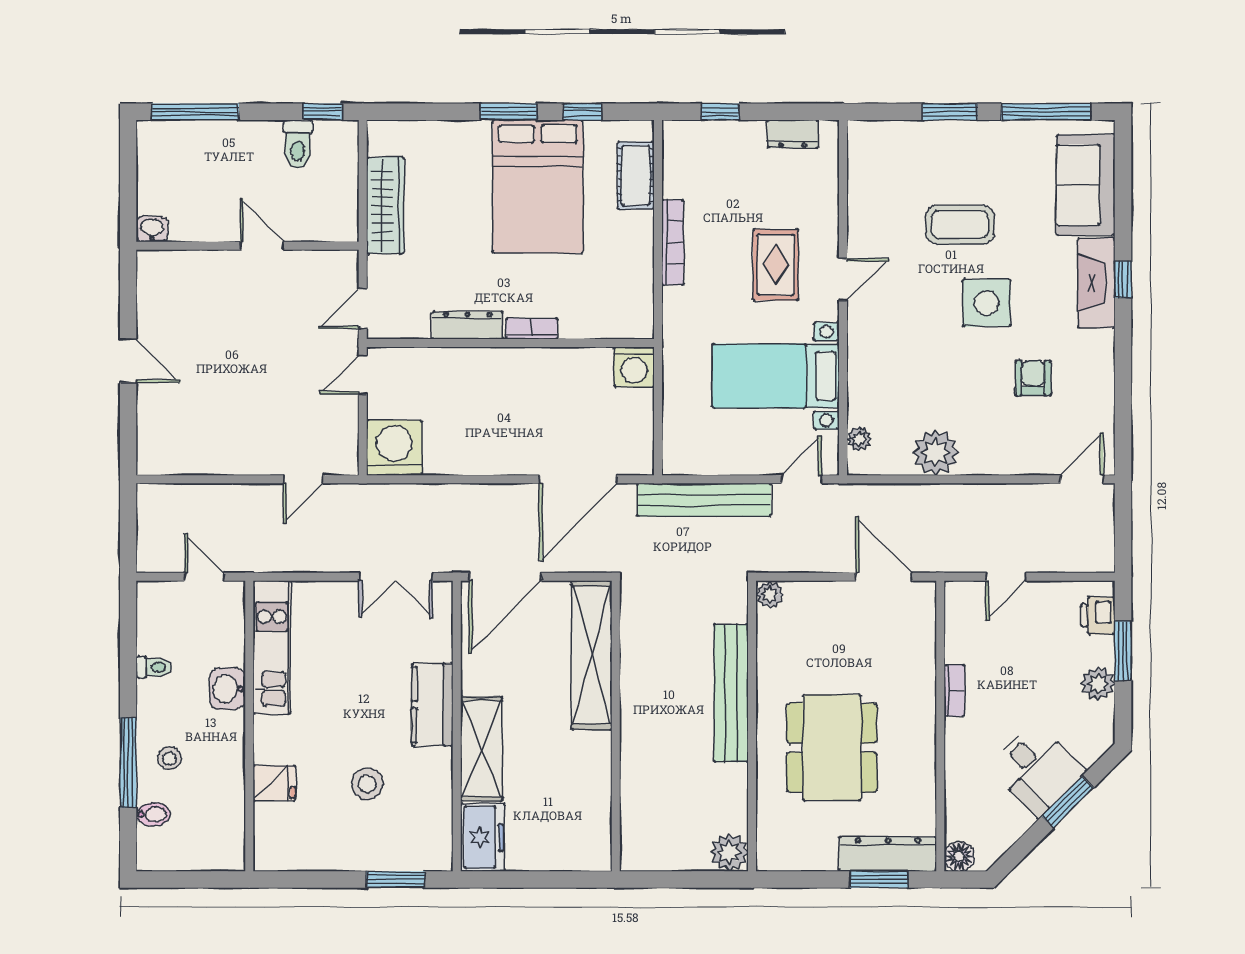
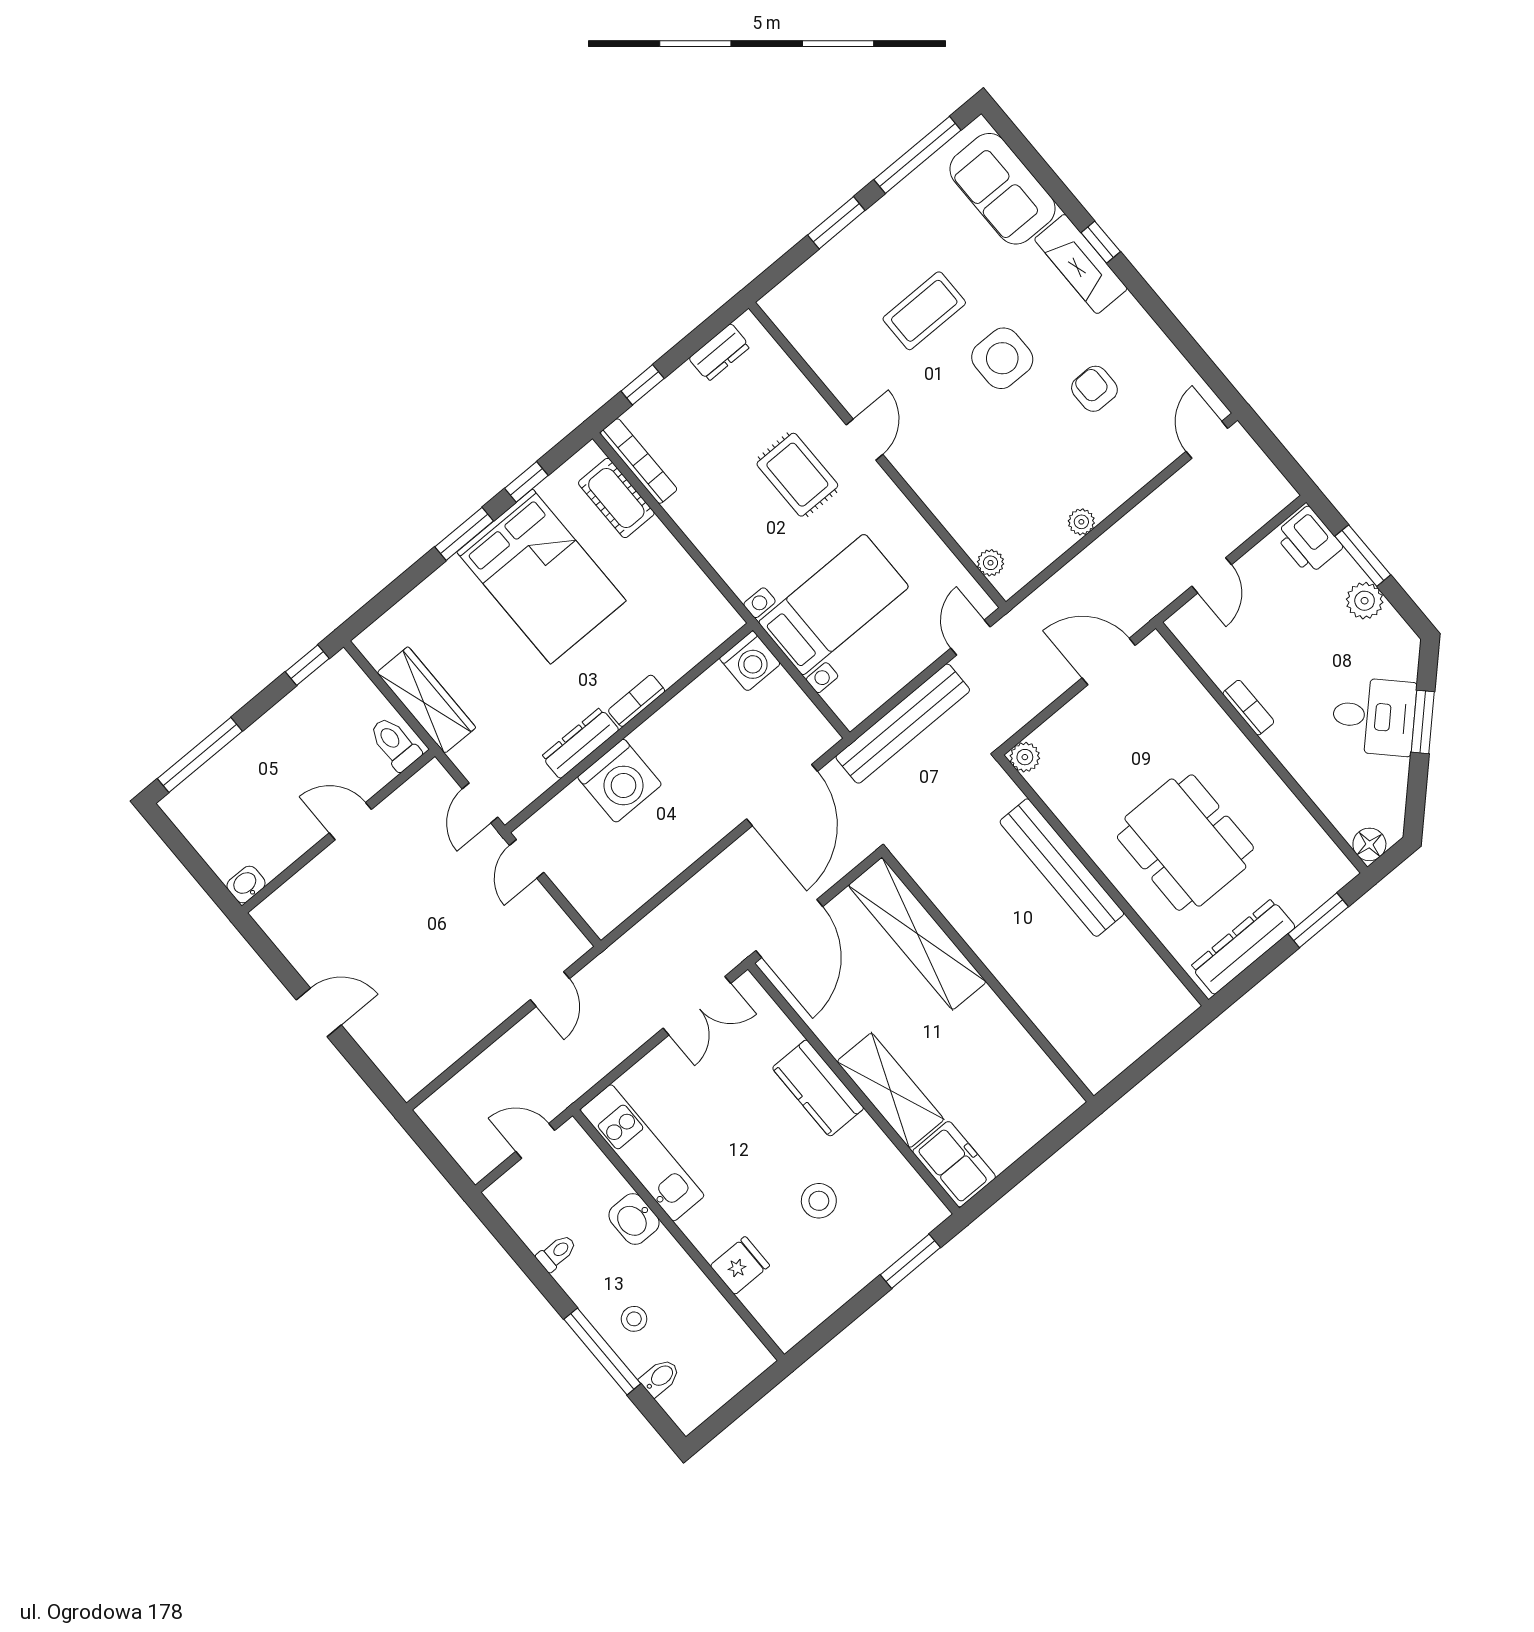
toilet: (298, 144) -> (395, 744), moved, turned 180
bookcase: (673, 242) -> (639, 461), moved
bed with nightstands: (776, 376) -> (833, 605), moved, turned 180
washing machine: (394, 448) -> (620, 781), moved, turned 180
plant: (936, 453) -> (1081, 522), width x0.53, depth x0.53
printer: (1098, 616) -> (1309, 541), width x1.36, depth x1.24
plant: (729, 852) -> (1173, 1003), removed
dresser: (888, 854) -> (1243, 947), moved

